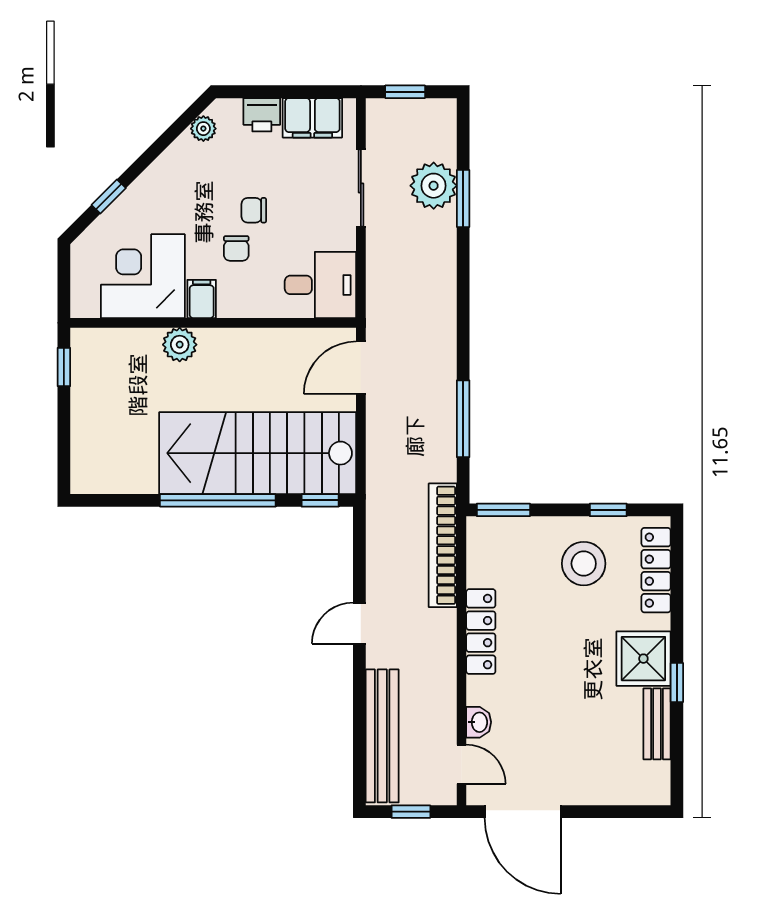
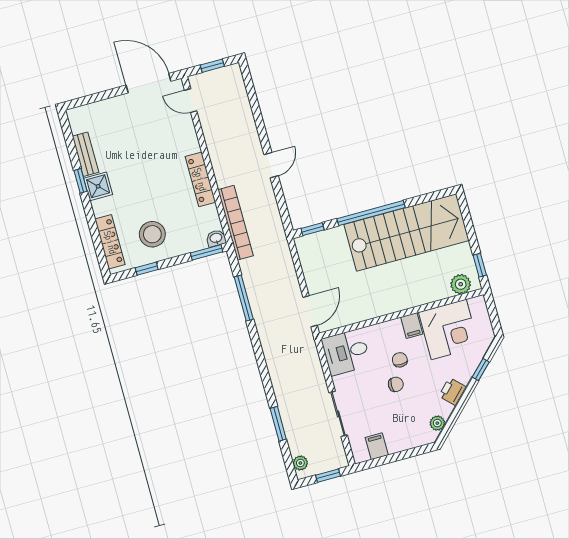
printer: (262, 115) -> (453, 392), moved, turned -45
filing cabinet: (312, 118) -> (377, 446), width x0.50
plant: (434, 186) -> (300, 463), moved, width x0.53, depth x0.53
plant: (180, 345) -> (461, 284), moved
stairs: (258, 453) -> (406, 232), moved
shower: (643, 659) -> (98, 186), width x0.73, depth x0.73
washbasin: (479, 722) -> (216, 238), moved, turned 90
bench: (382, 736) -> (240, 104), removed

